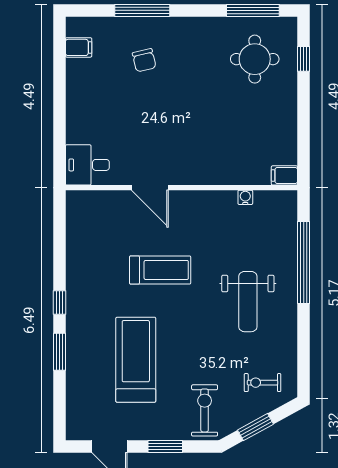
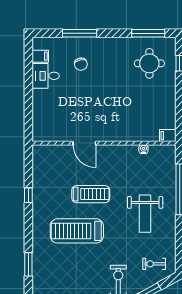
desk: (87, 165) -> (46, 76), moved
window: (59, 303) -> (28, 195), moved
window: (59, 352) -> (28, 264), moved
treadmill: (136, 360) -> (77, 231), moved, turned -90

